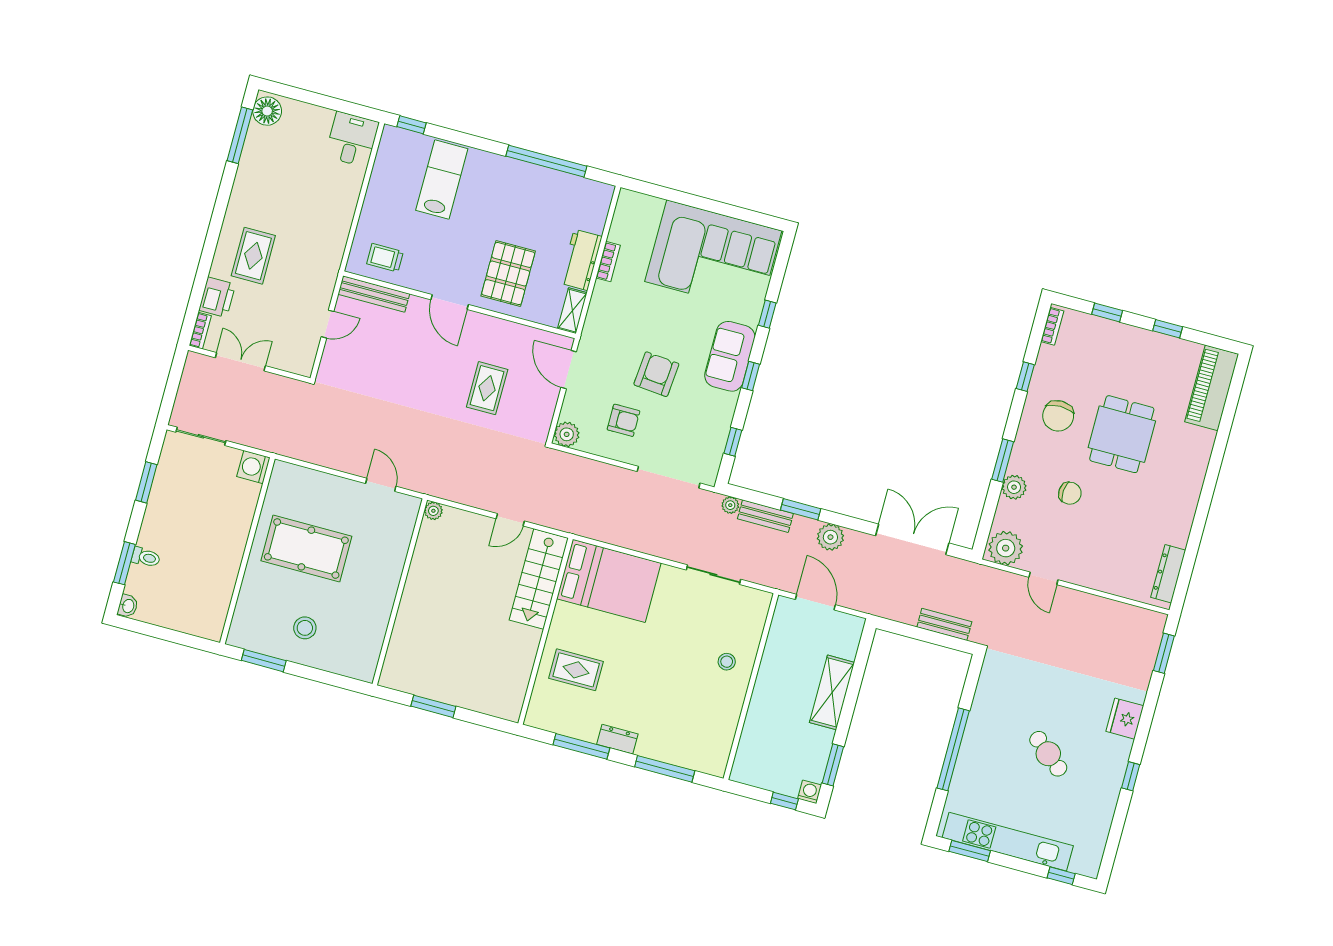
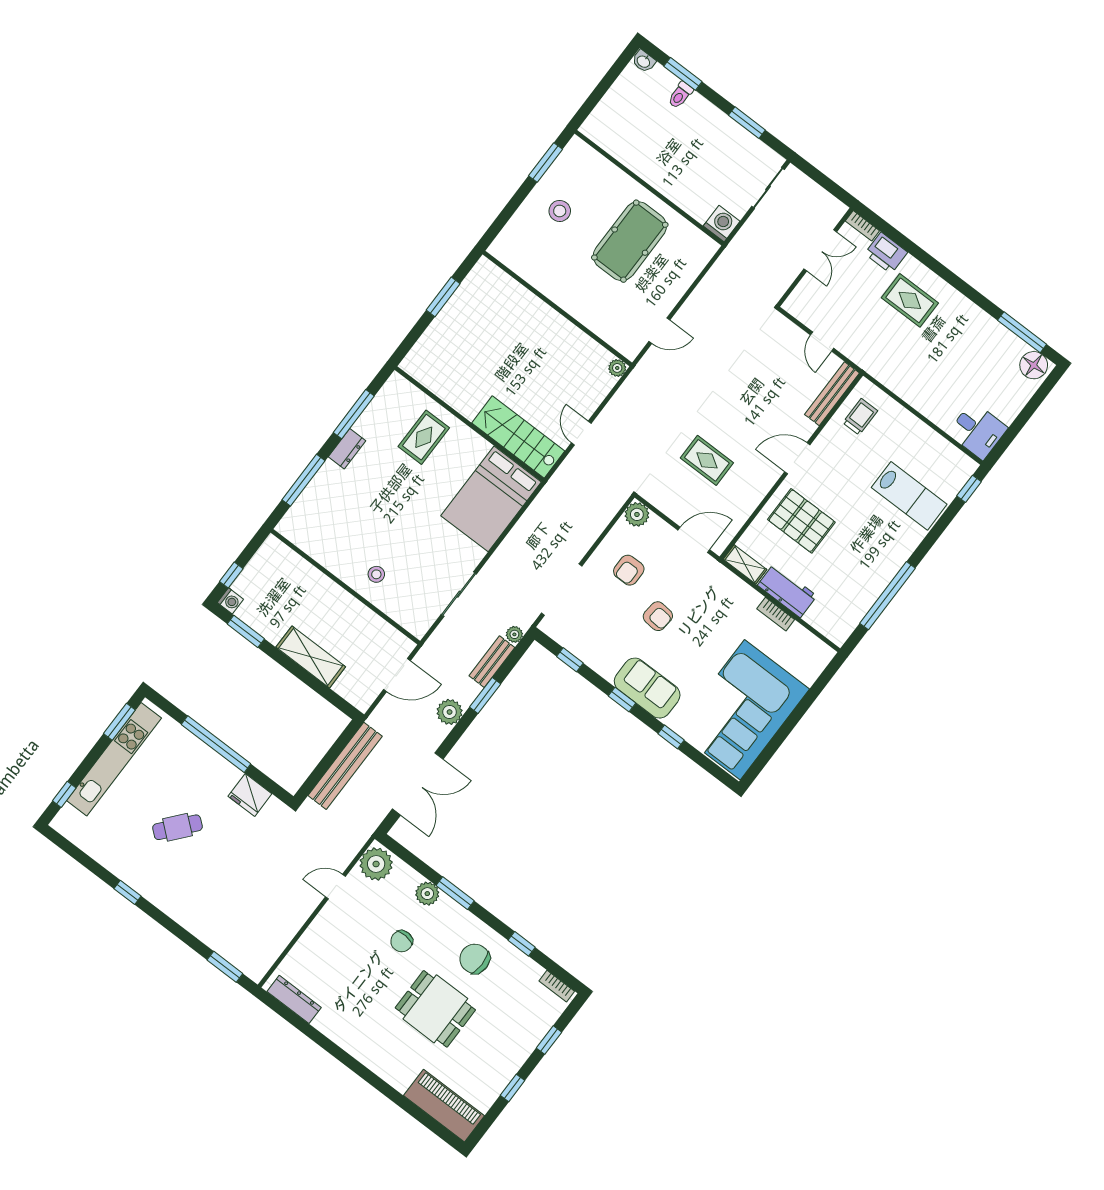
armchair: (656, 374) -> (658, 616), width x0.72, depth x0.72
bench: (944, 624) -> (345, 766), width x1.86, depth x1.21
fridge: (1125, 719) -> (250, 795), moved, turned 180

